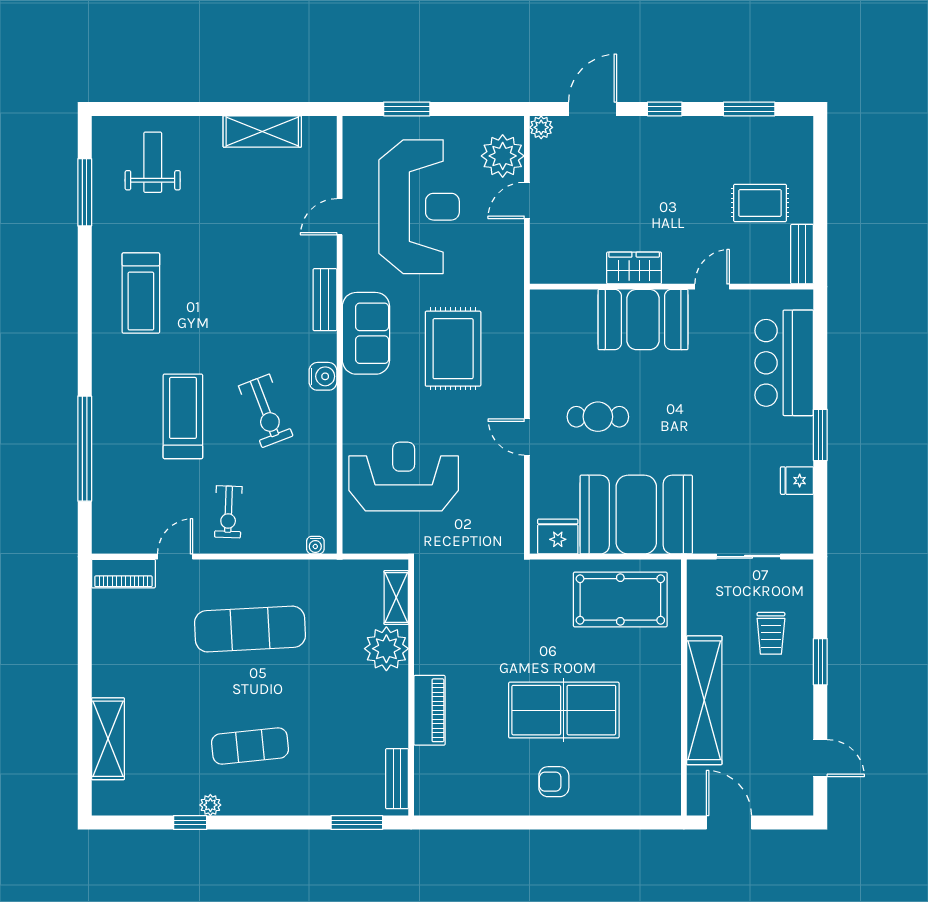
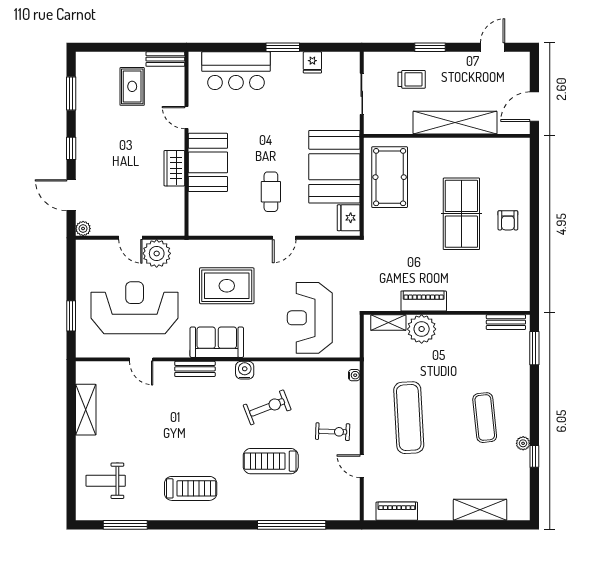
plant: (503, 156) -> (157, 253), moved
piano: (123, 574) -> (397, 511), moved, turned -90
piano: (430, 710) -> (424, 301), moved

